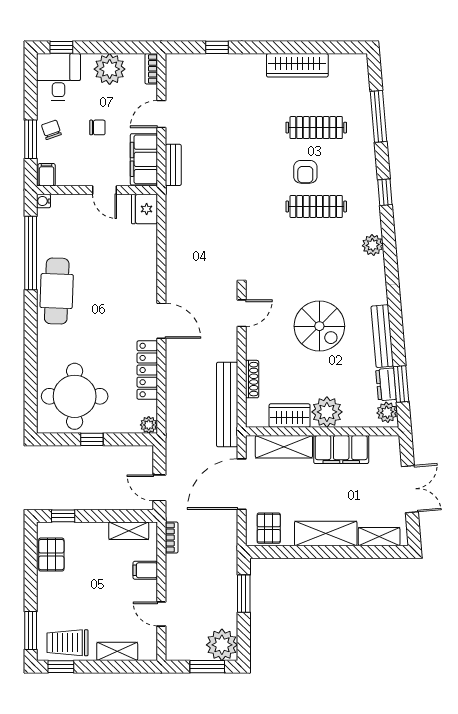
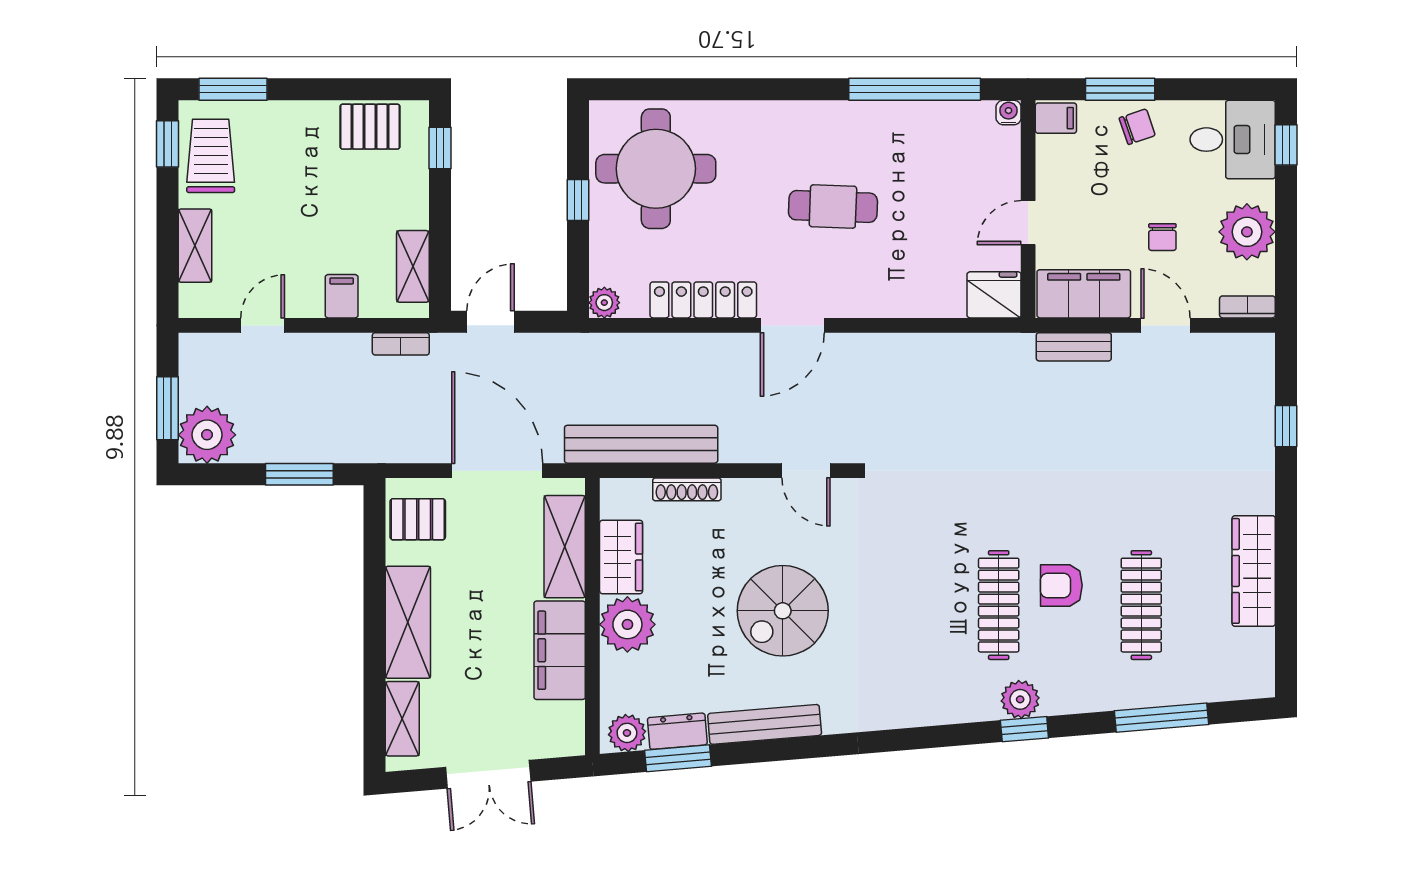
chair: (97, 127) -> (1162, 237), moved
plant: (373, 245) -> (1020, 699), moved
cafe table: (57, 291) -> (833, 206), moved, width x0.73, depth x0.74

